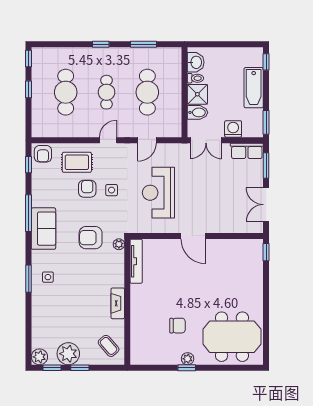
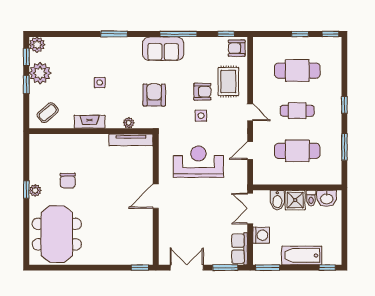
door: (147, 140) -> (250, 150), hinge flipped
plant: (119, 244) -> (129, 123), moved
side table: (48, 277) -> (100, 83), moved

